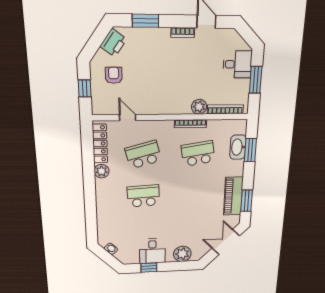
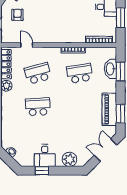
plant: (199, 107) -> (79, 37), removed

